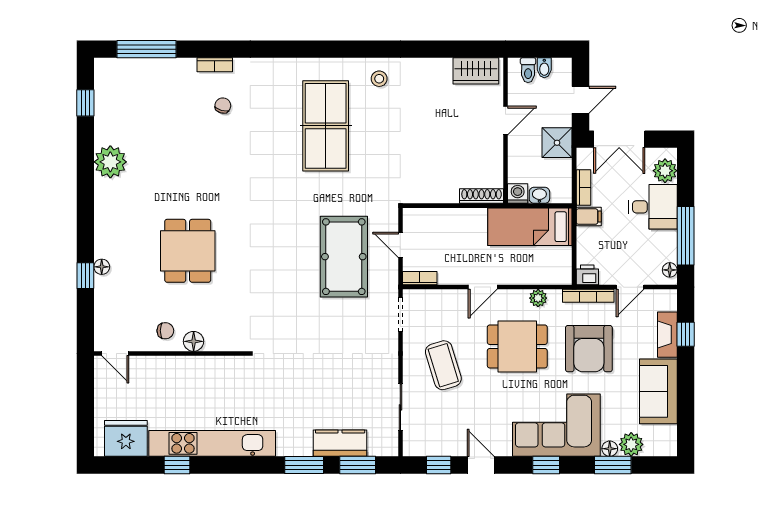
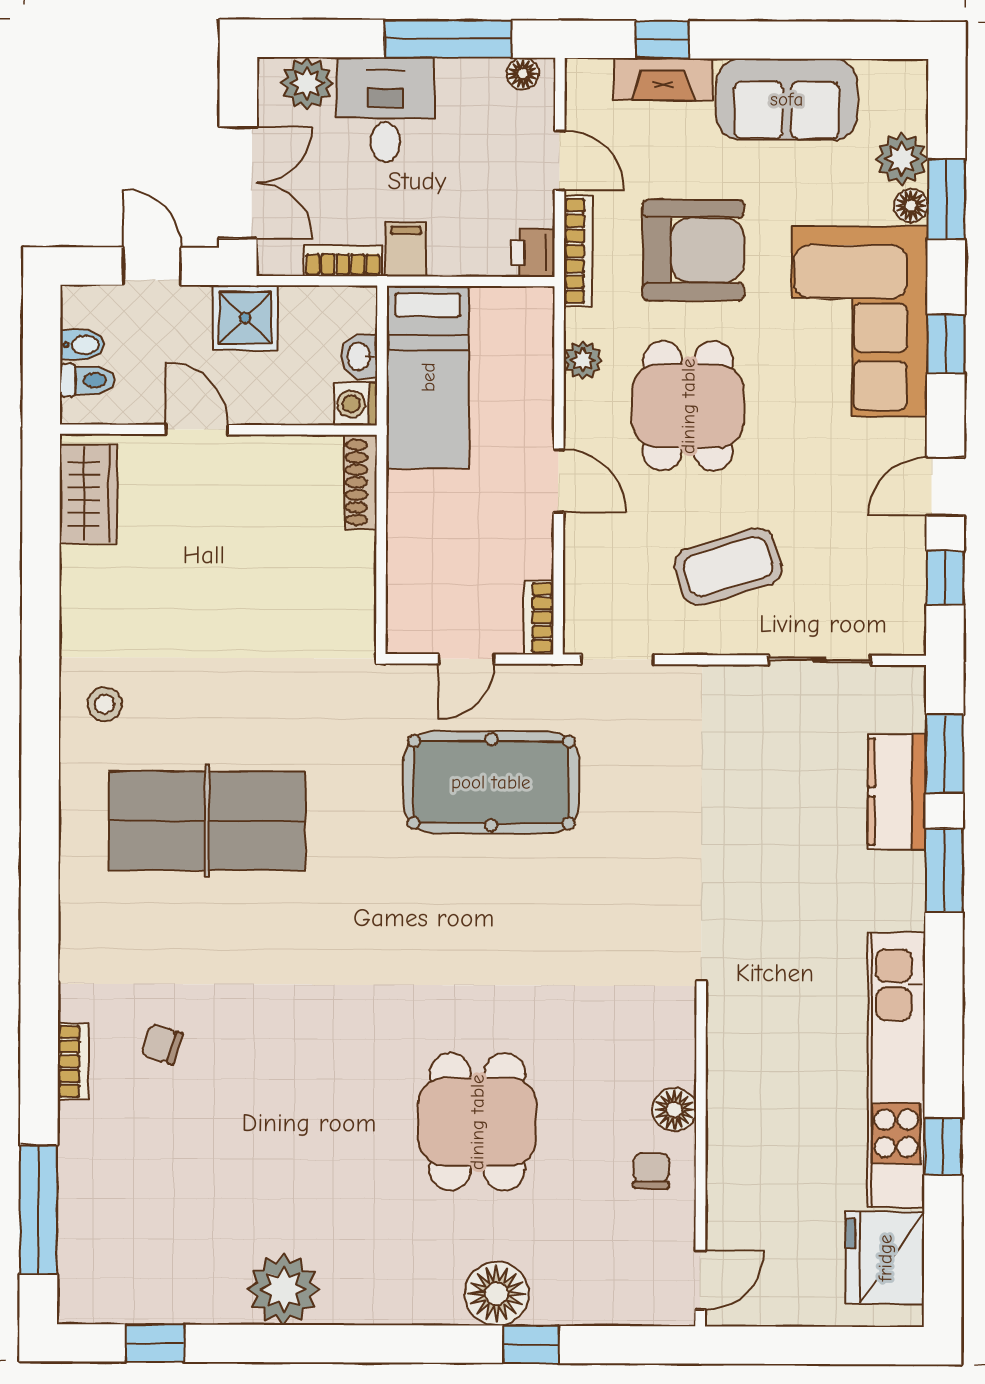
dining table: (188, 251) -> (477, 1122), turned 90
floor lamp: (102, 267) -> (497, 1294), width x1.89, depth x1.89

